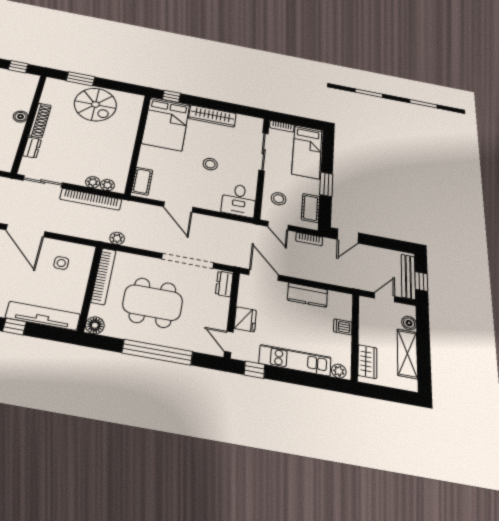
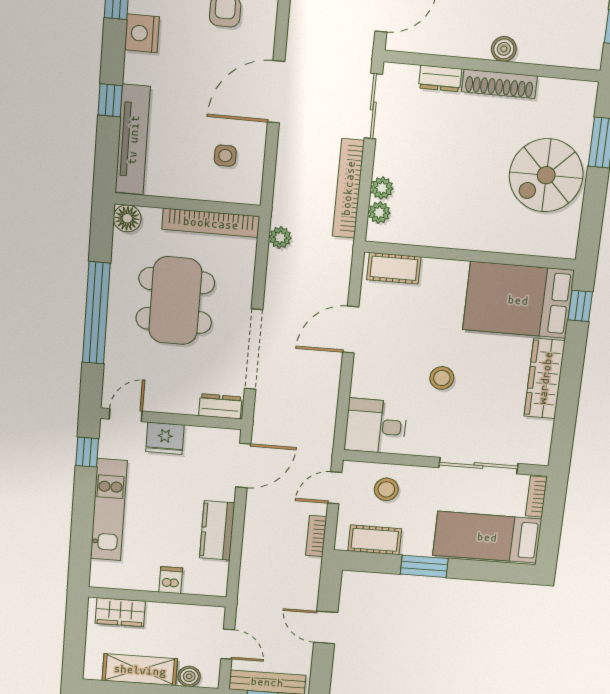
door: (348, 236) -> (326, 628), moved
plant: (339, 371) -> (100, 571), removed

